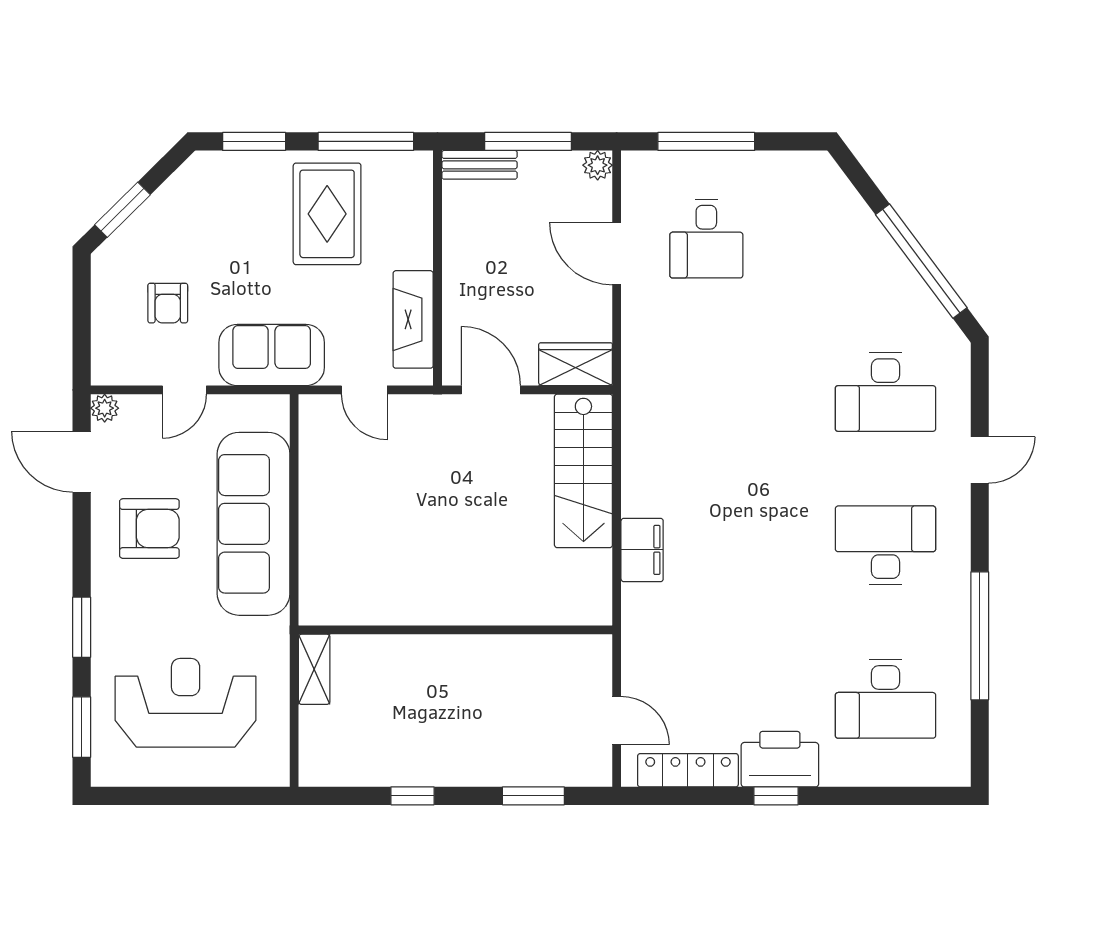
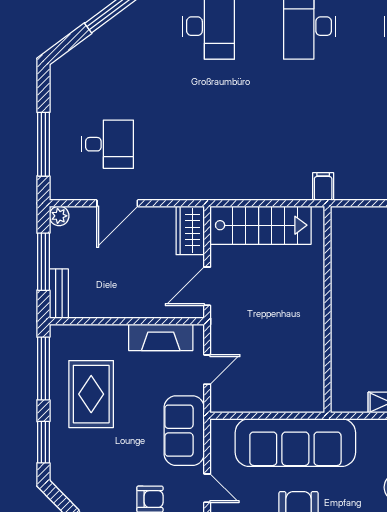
rug: (327, 214) -> (91, 394), turned 90
filing cabinet: (642, 550) -> (323, 187), width x0.50
wall: (455, 630) -> (328, 310), moved

